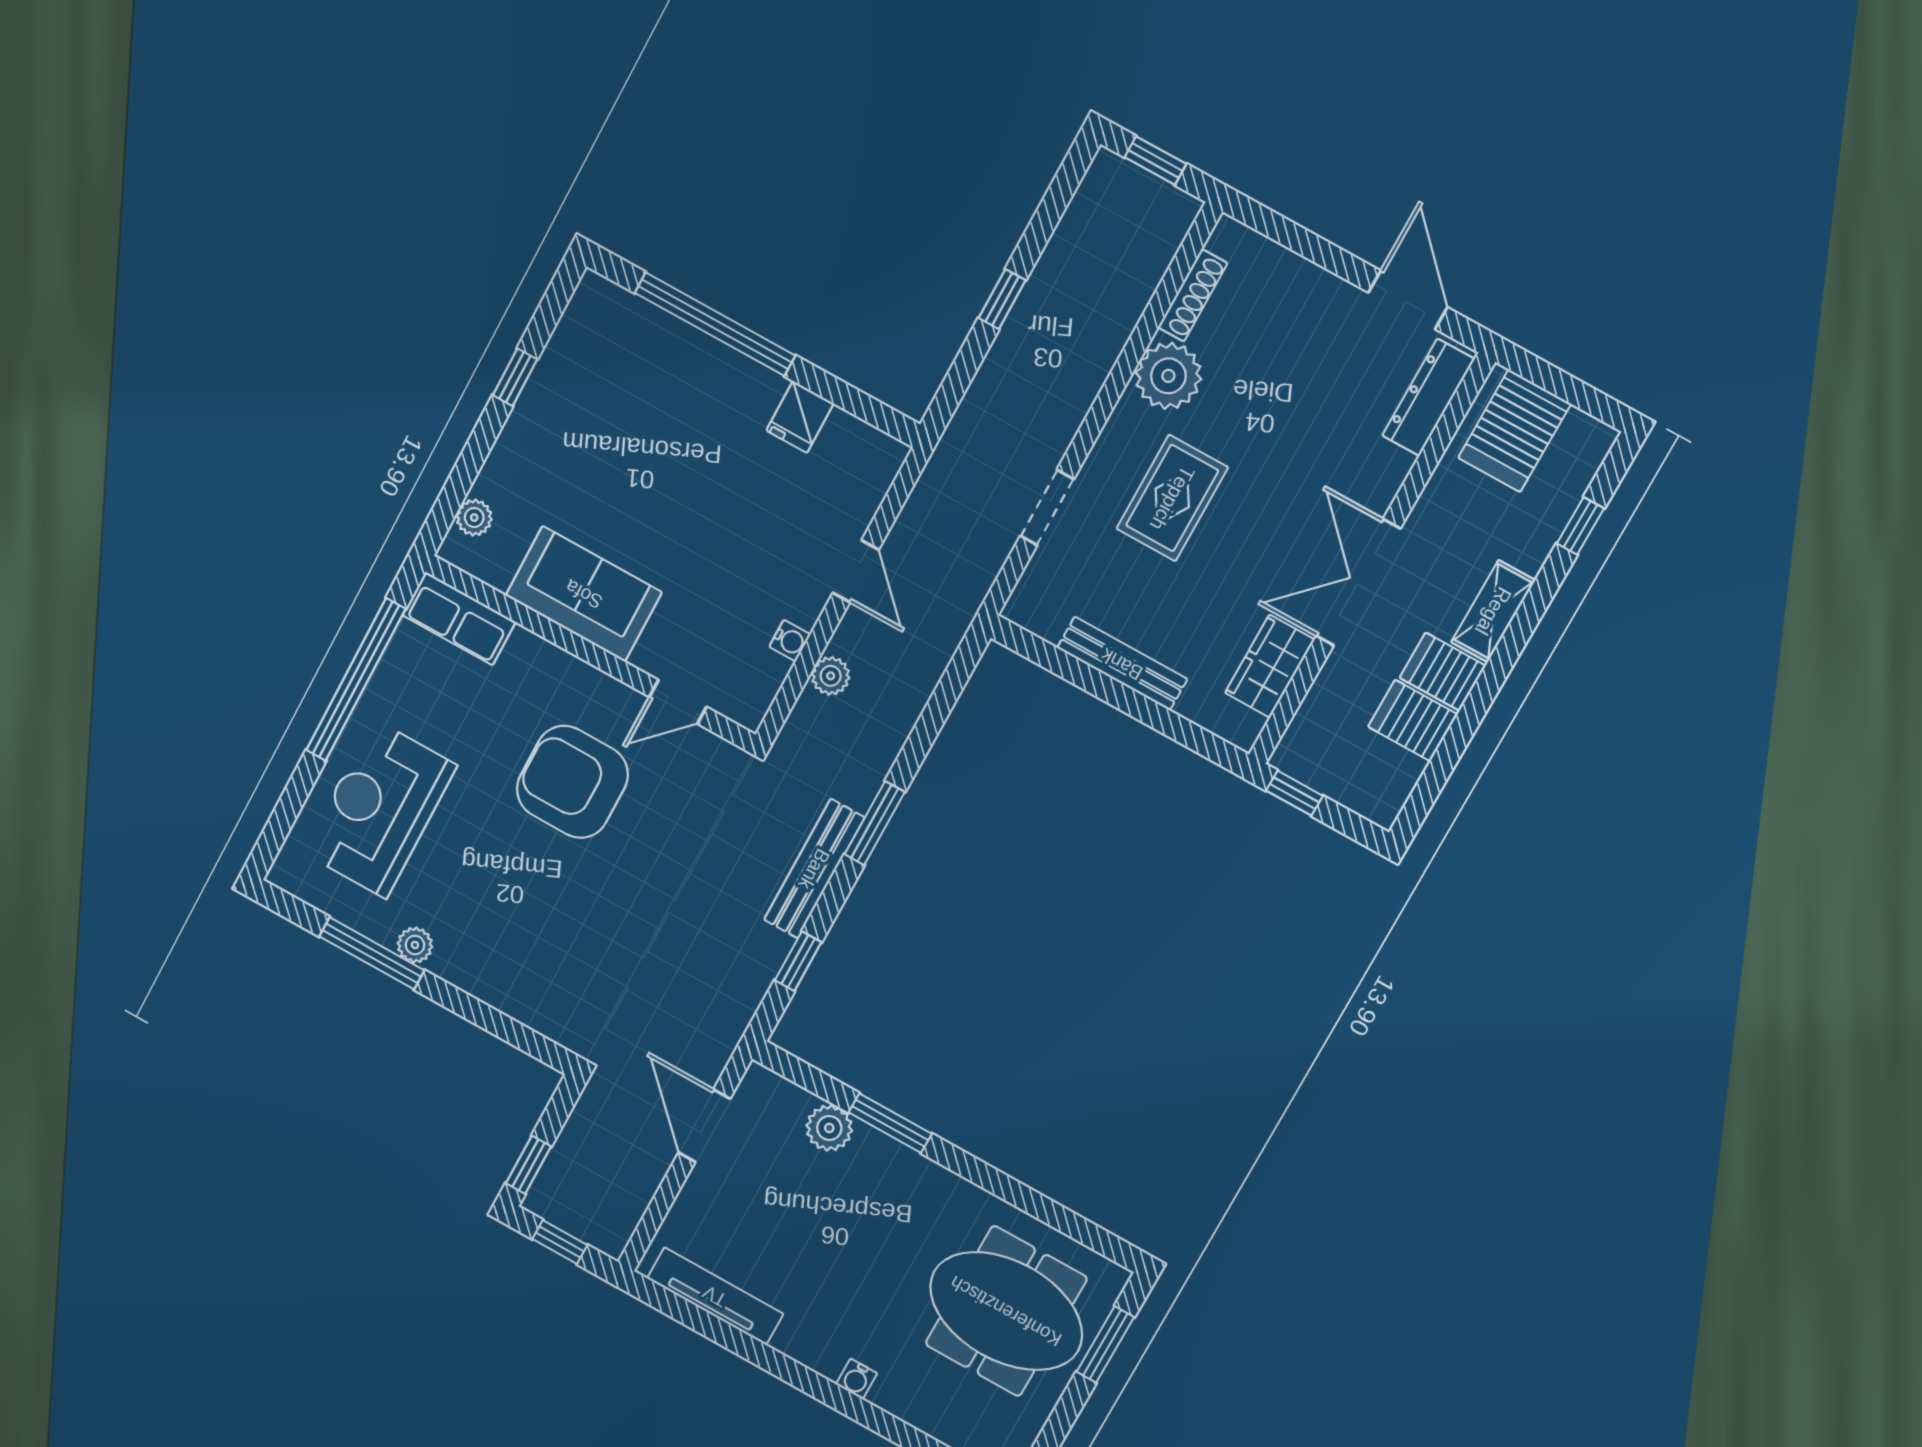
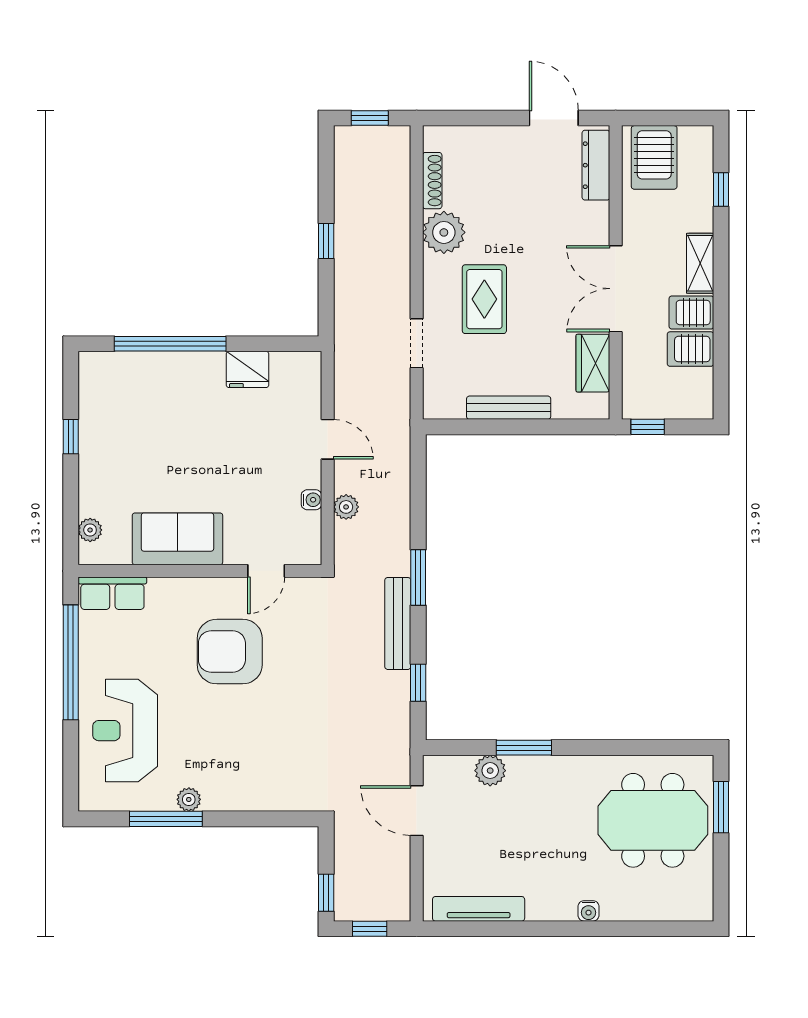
fridge: (800, 417) -> (247, 369), width x1.38

